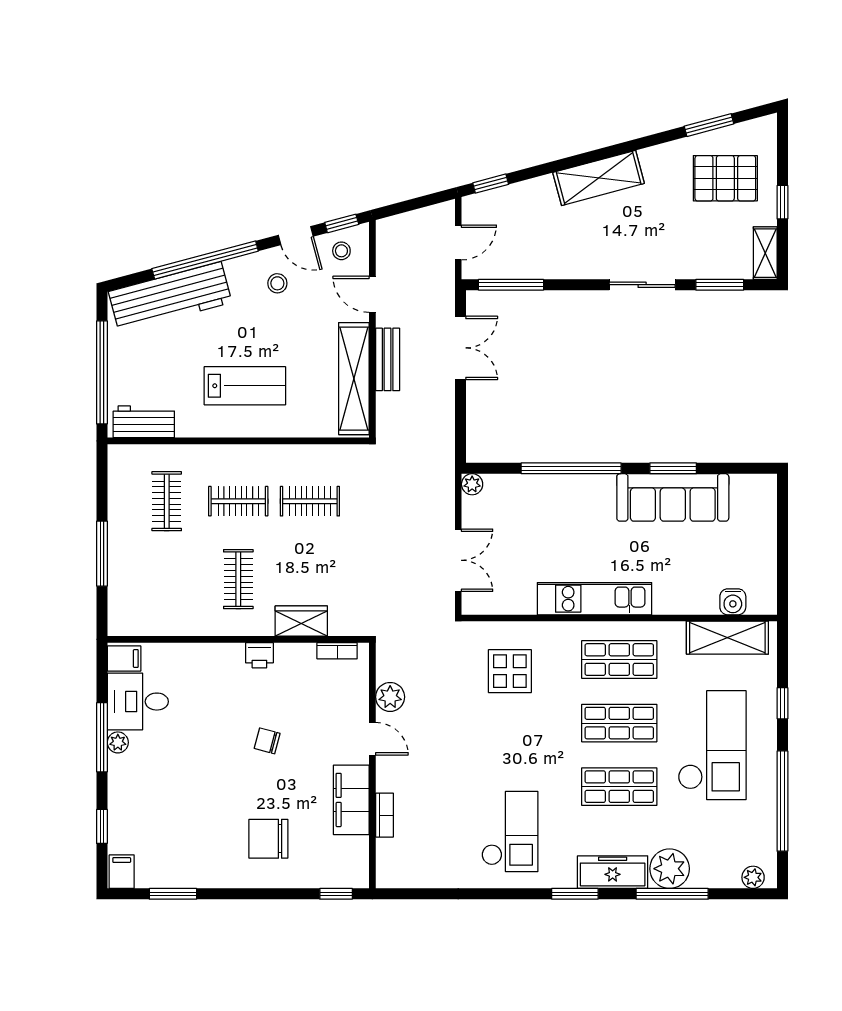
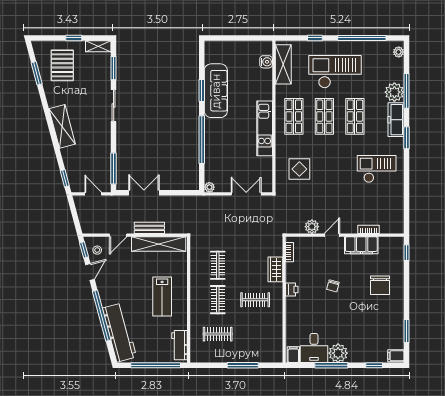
stool: (277, 283) -> (113, 281), removed
lab bench: (245, 386) -> (162, 296), turned 180
plant: (118, 742) -> (338, 353), width x1.87, depth x1.87

